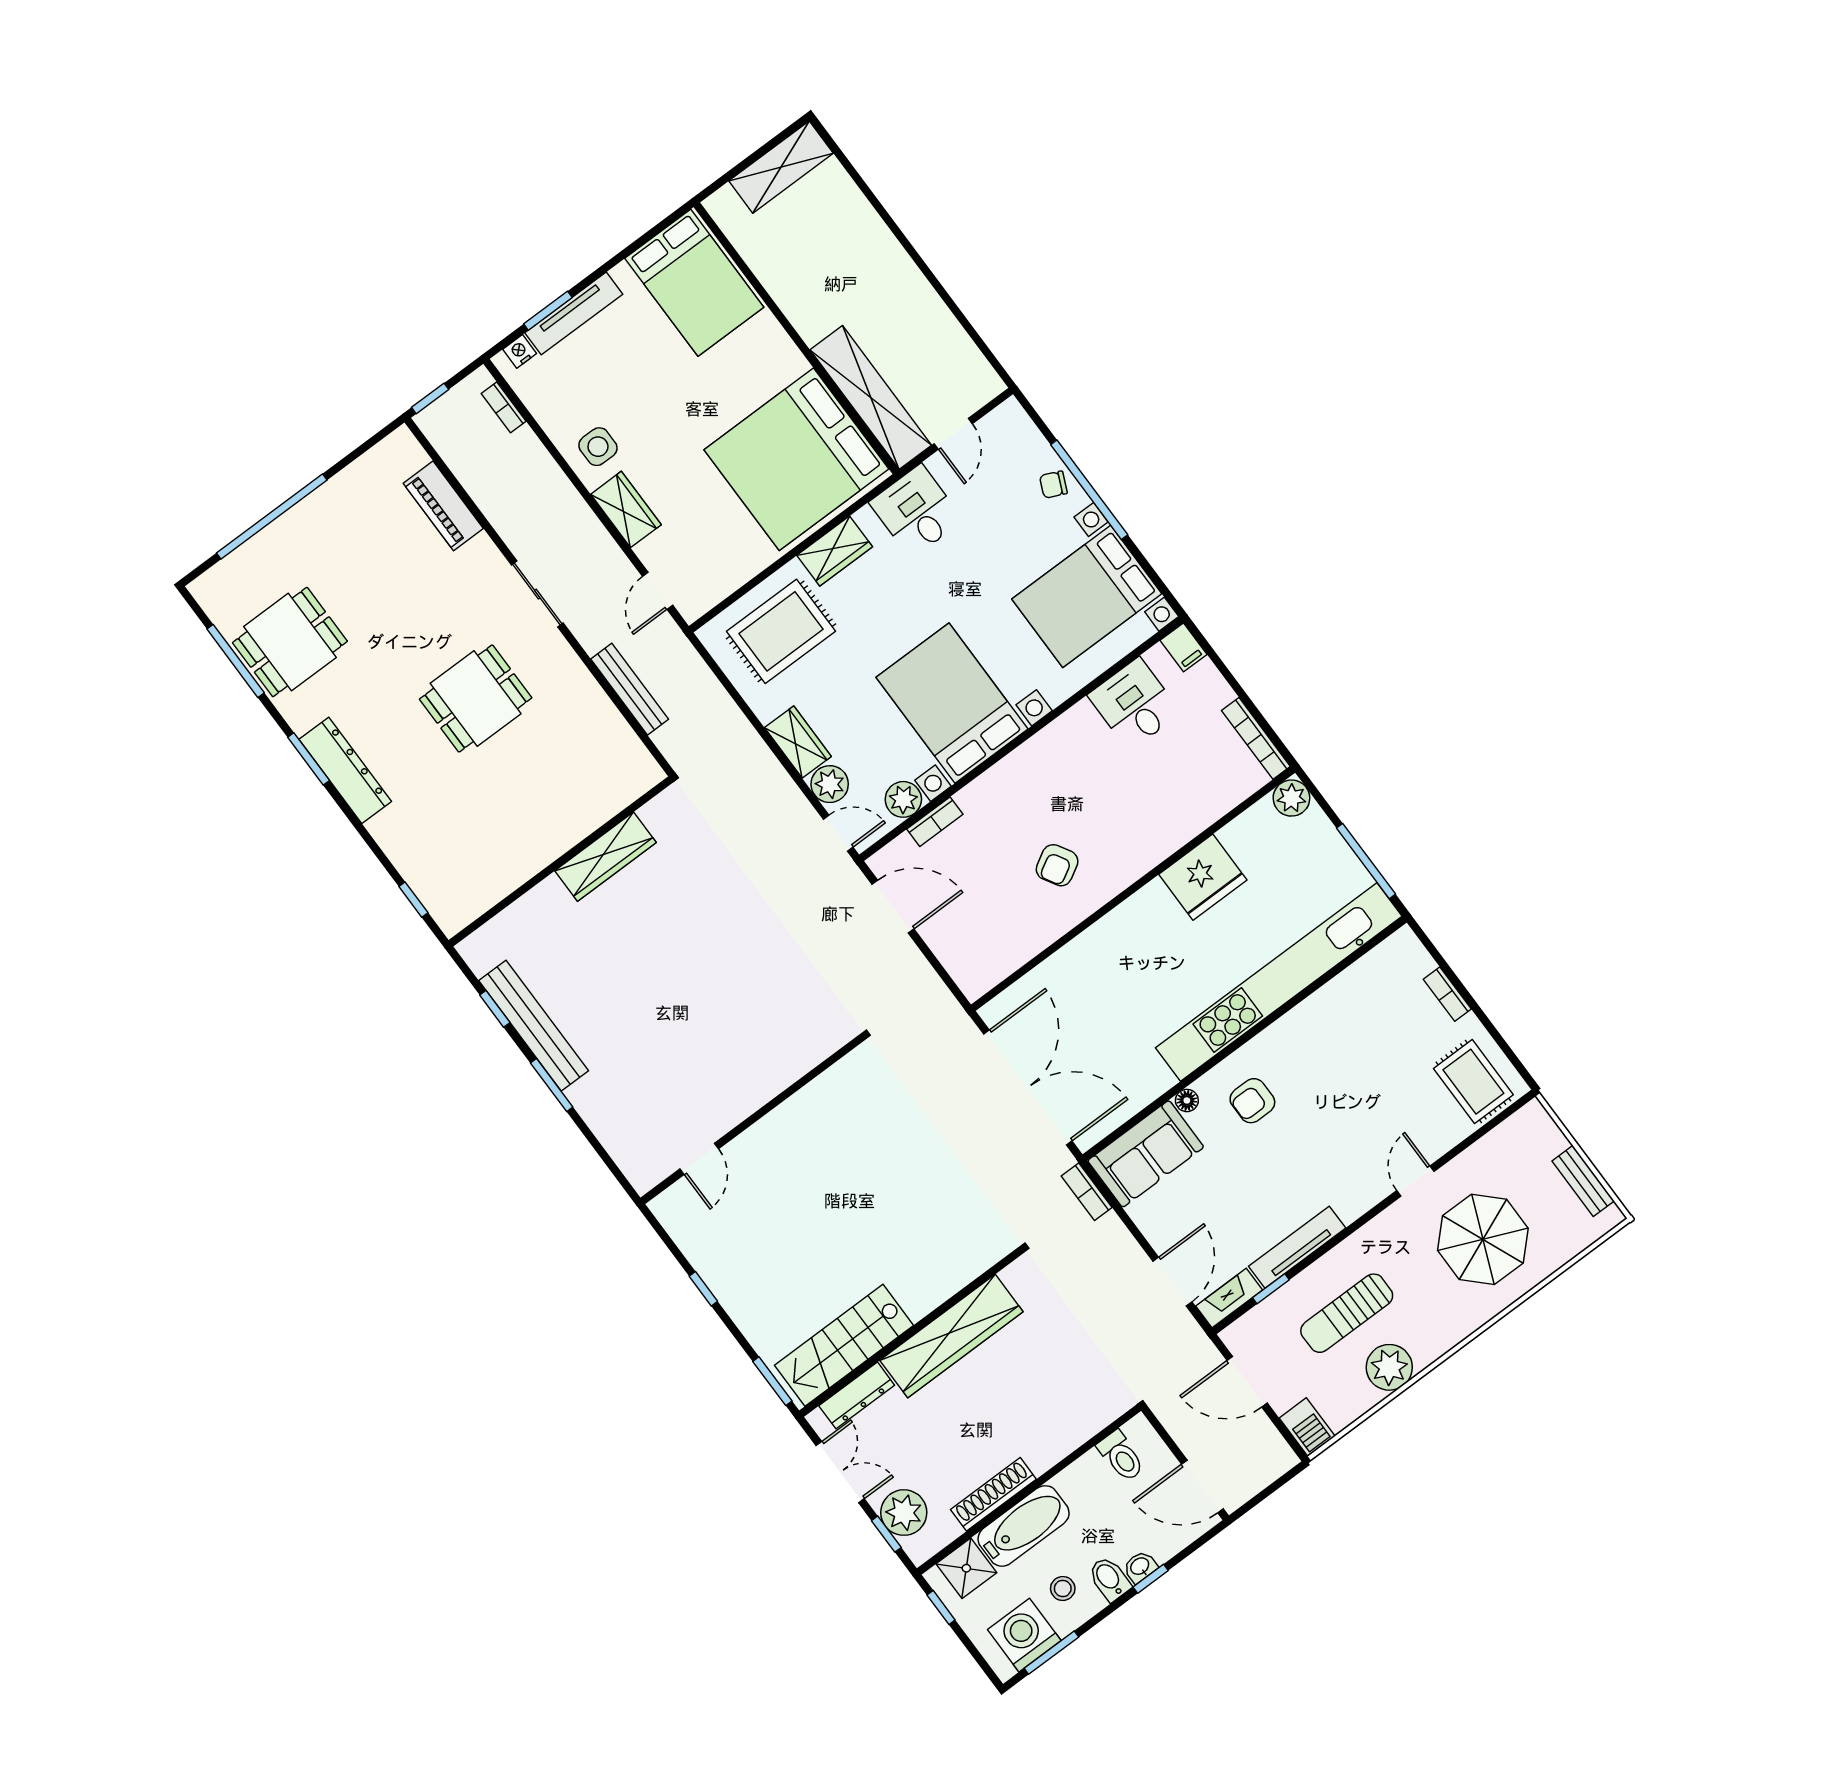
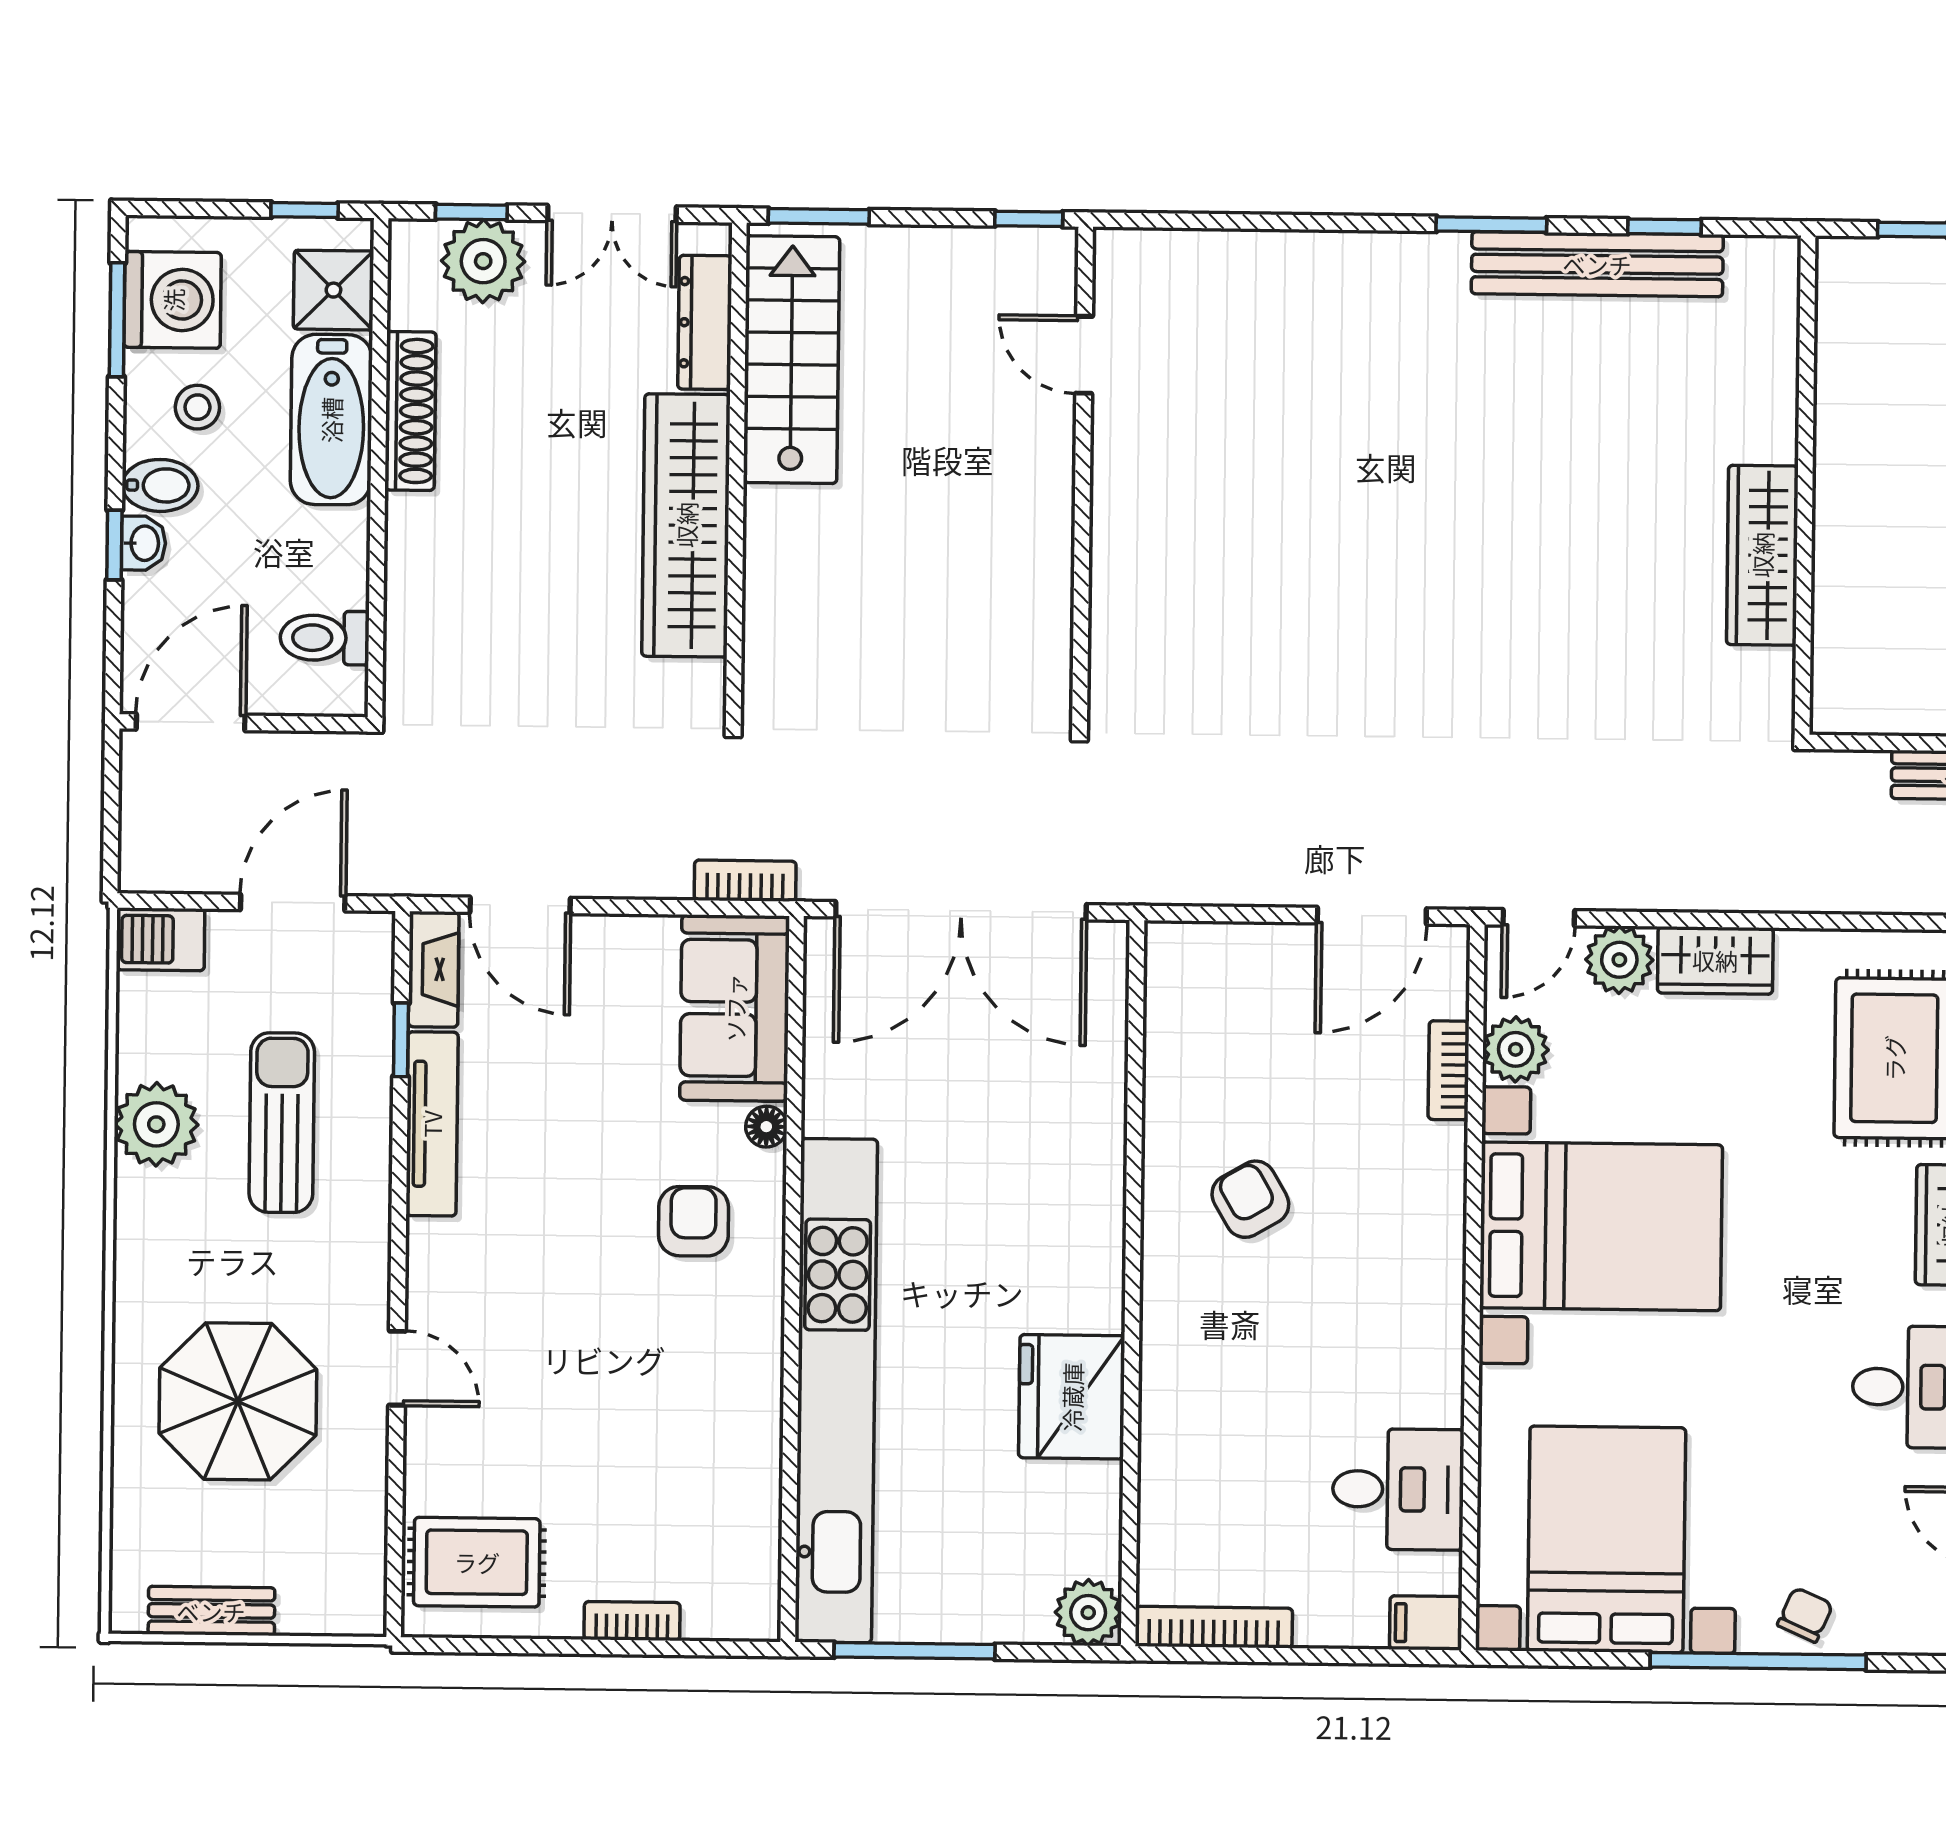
wall: (753, 1119) -> (1083, 476), moved
door: (699, 1159) -> (1084, 355), moved

